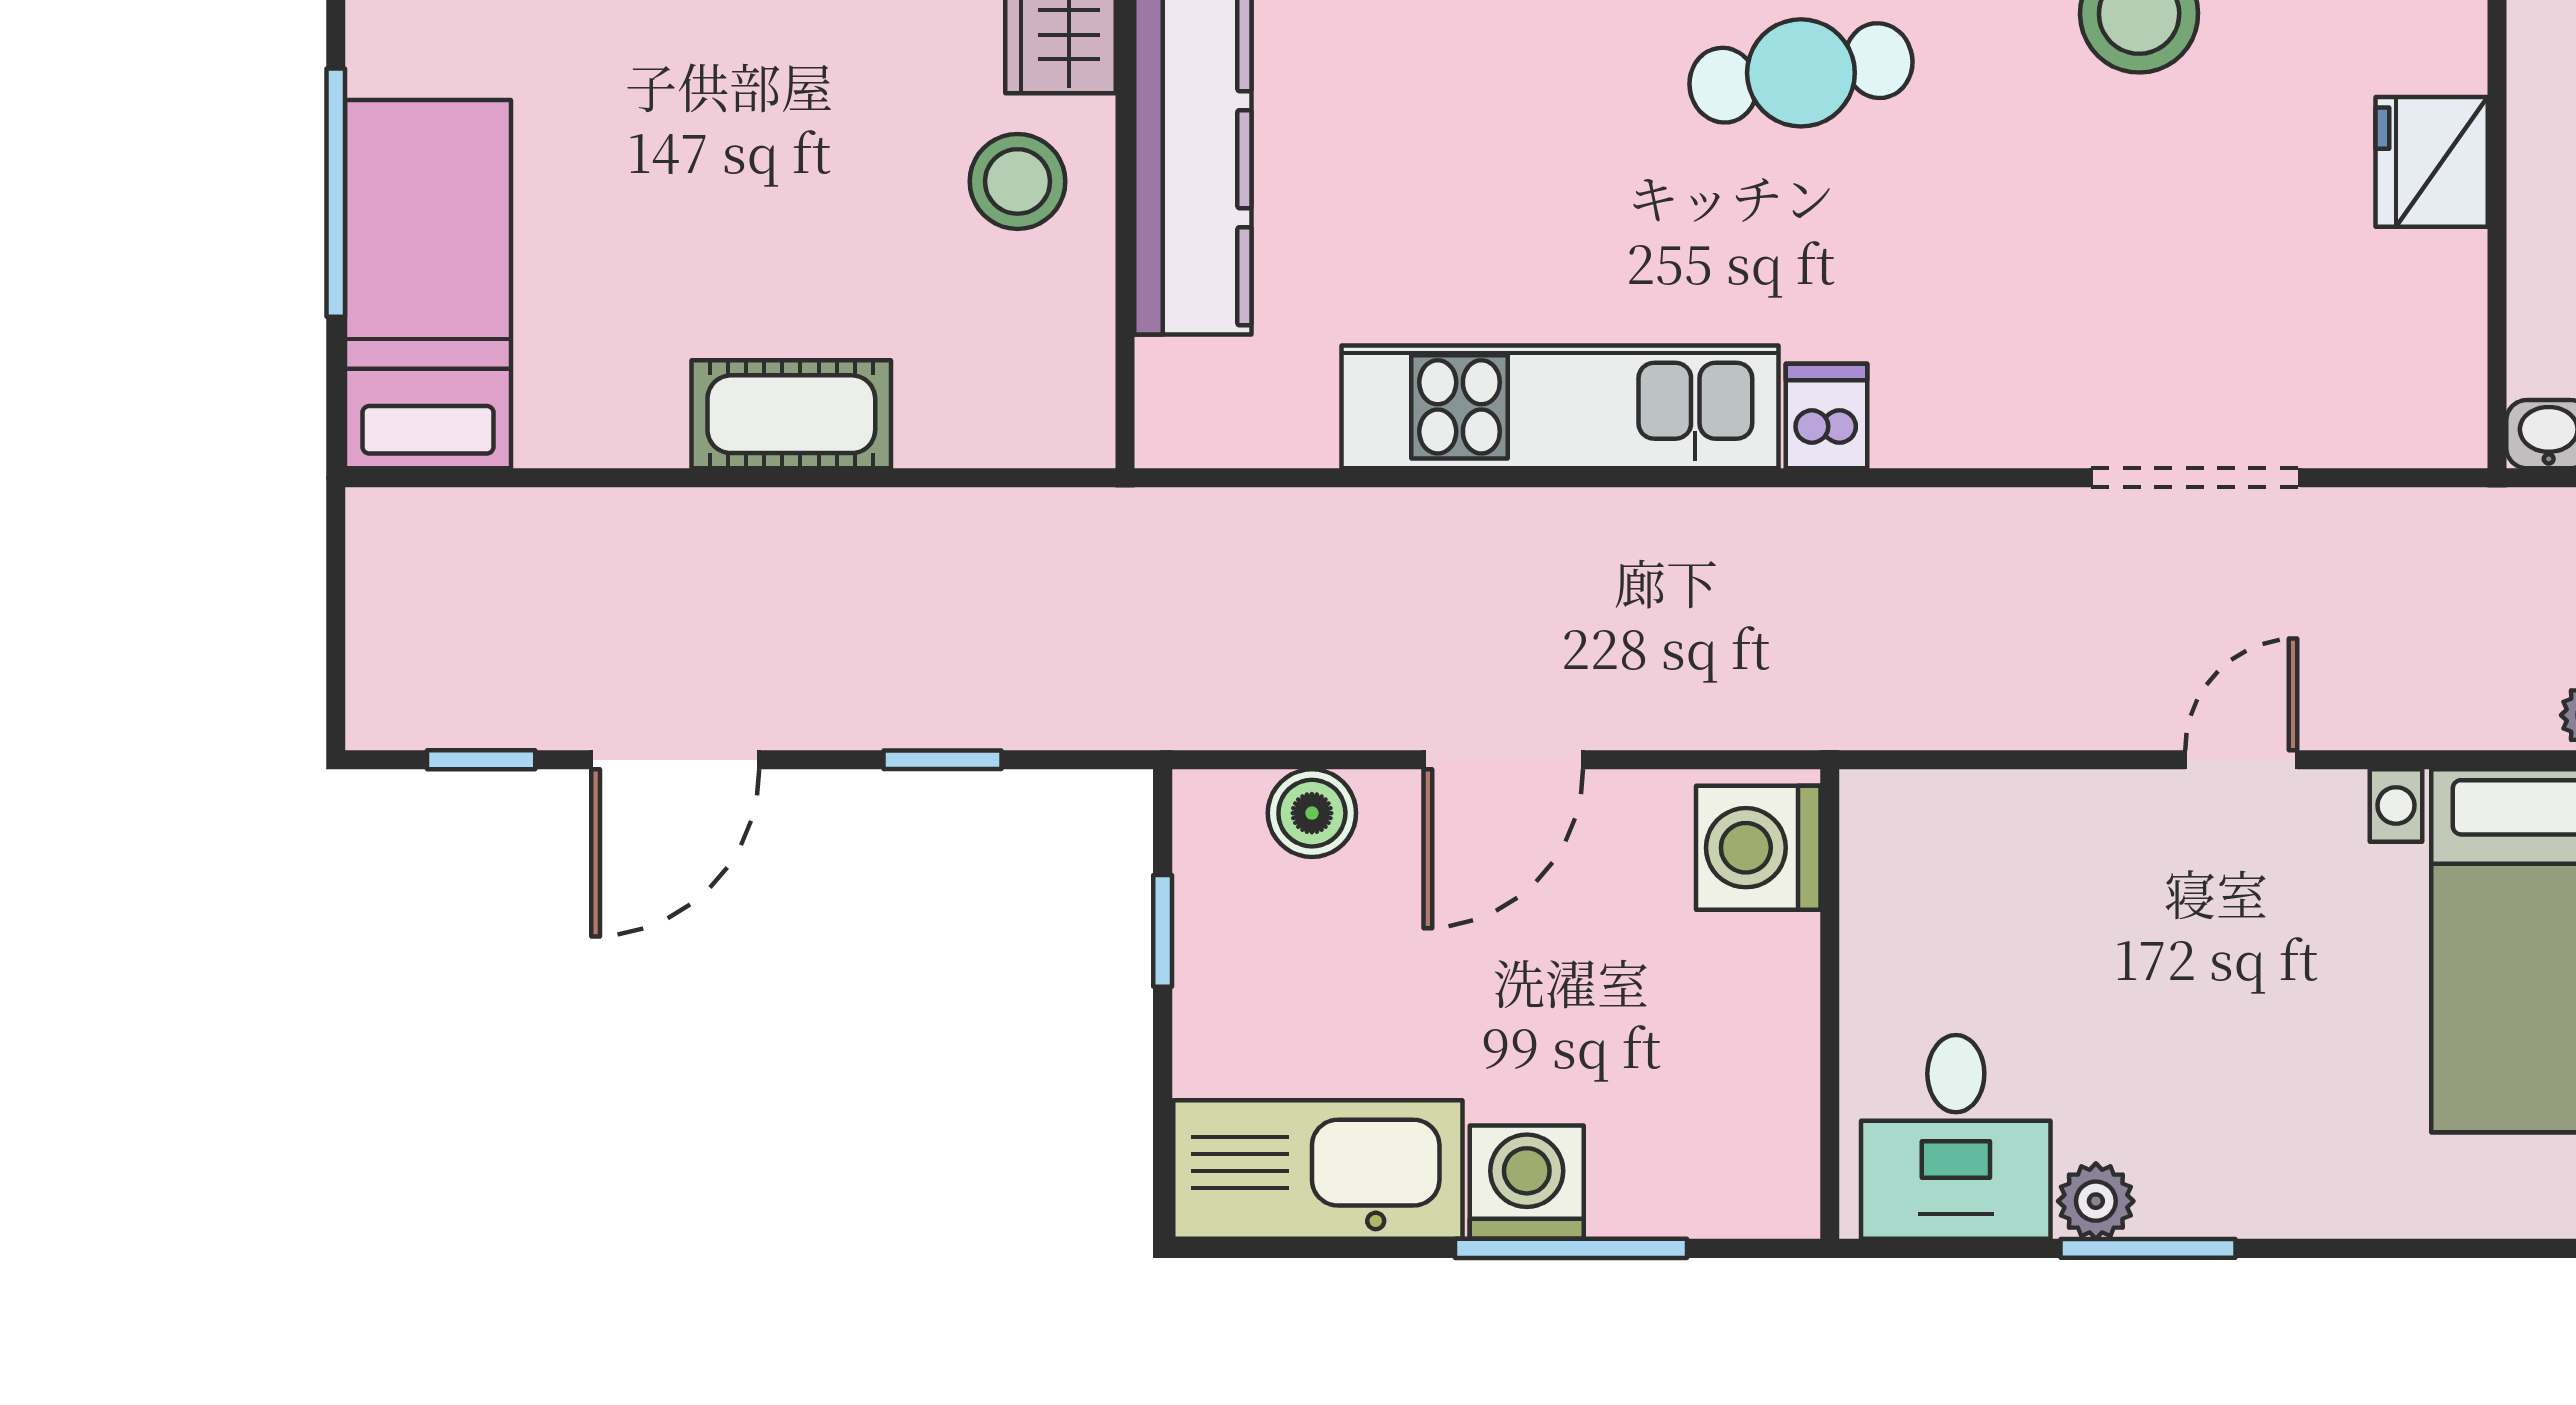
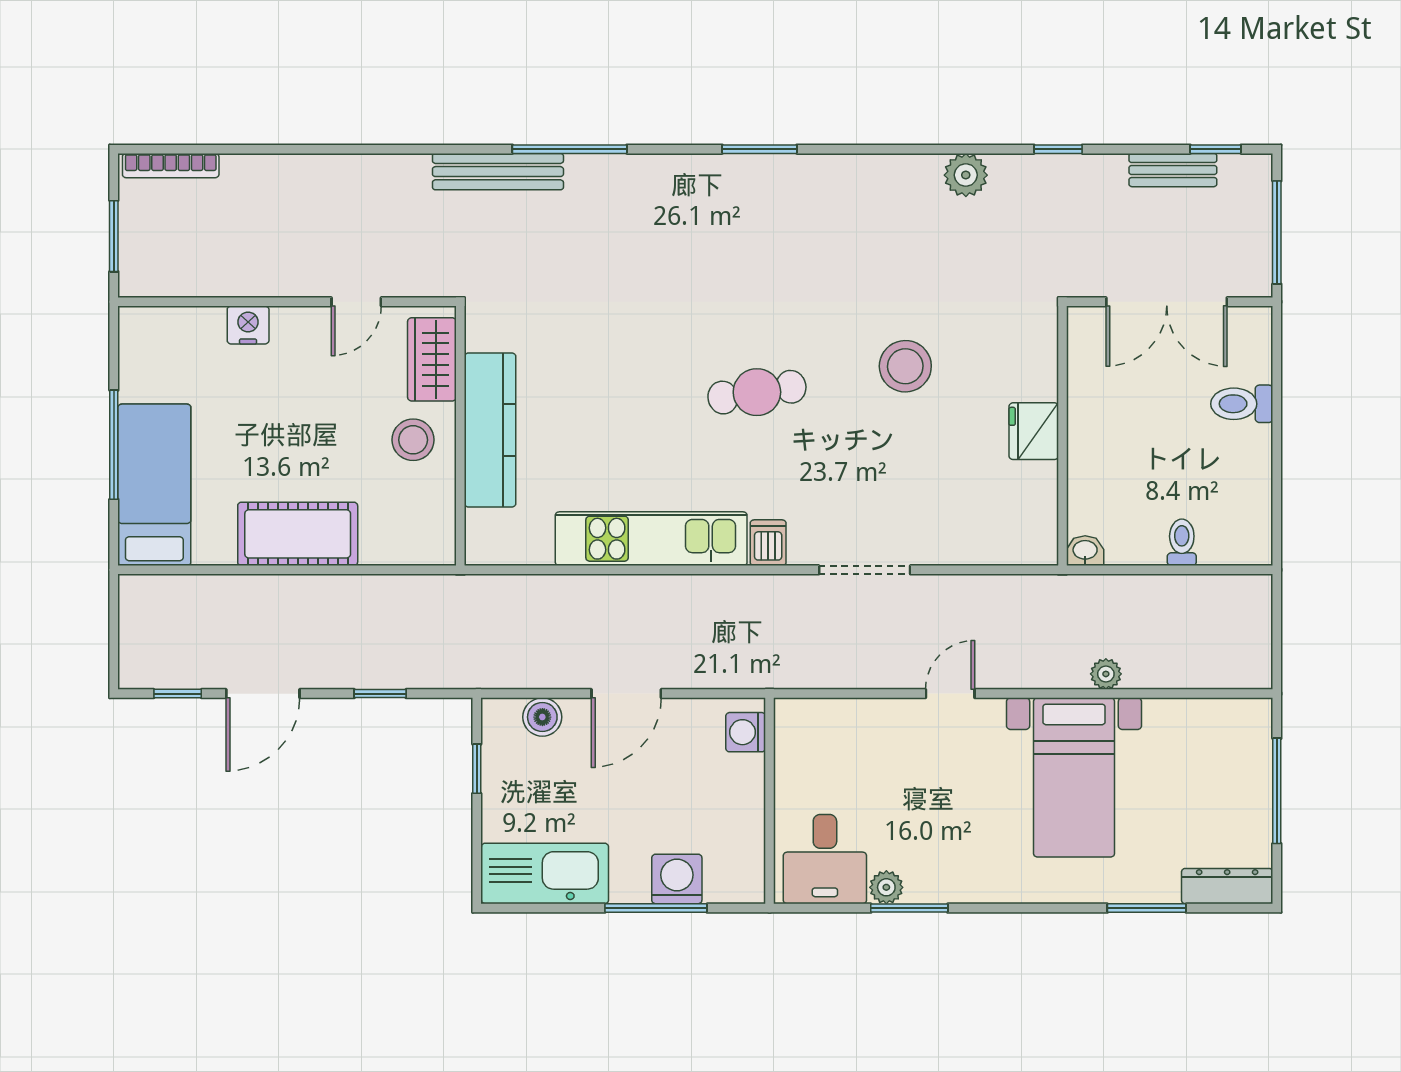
cot: (791, 414) -> (298, 534), width x1.37, depth x1.34
doorway: (2196, 478) -> (865, 570), moved
washing machine: (1758, 848) -> (746, 732), width x0.73, depth x0.73
washing machine: (1527, 1182) -> (677, 879), moved

